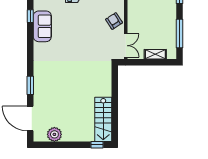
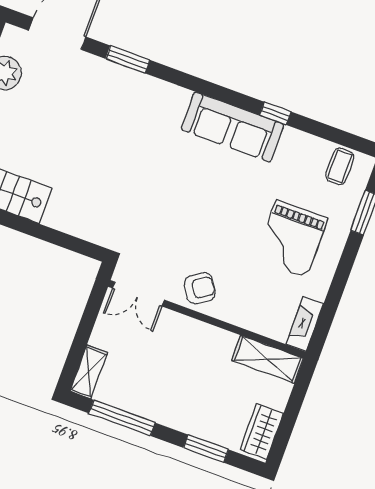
sofa: (42, 26) -> (232, 127), width x1.36
shelving: (155, 54) -> (89, 372), moved

